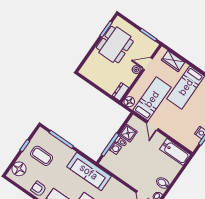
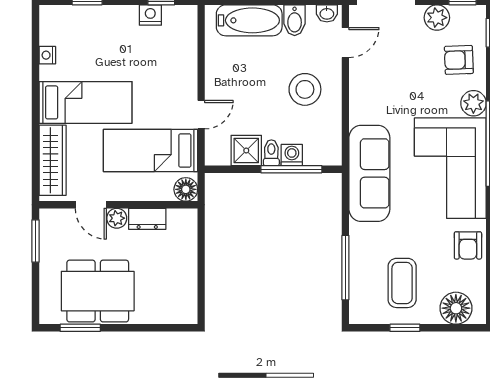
wardrobe: (173, 61) -> (53, 160), width x1.50
dresser: (120, 92) -> (147, 219), moved
bathtub: (175, 152) -> (249, 20), moved, turned 90
stool: (135, 169) -> (305, 89), added

